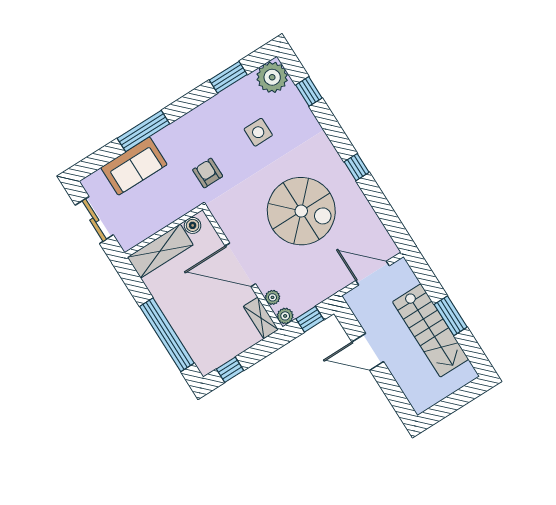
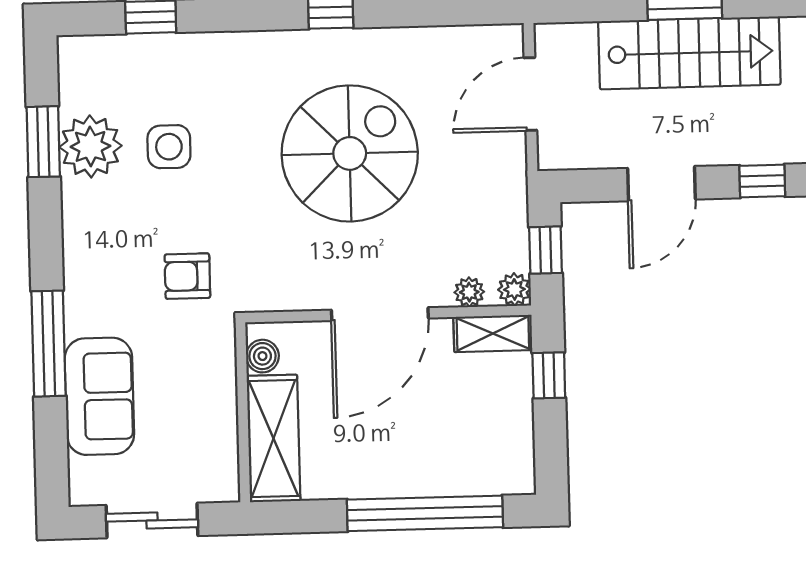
plant: (272, 77) -> (90, 146), moved
window: (230, 370) -> (549, 375), moved
window: (394, 394) -> (762, 181), added

